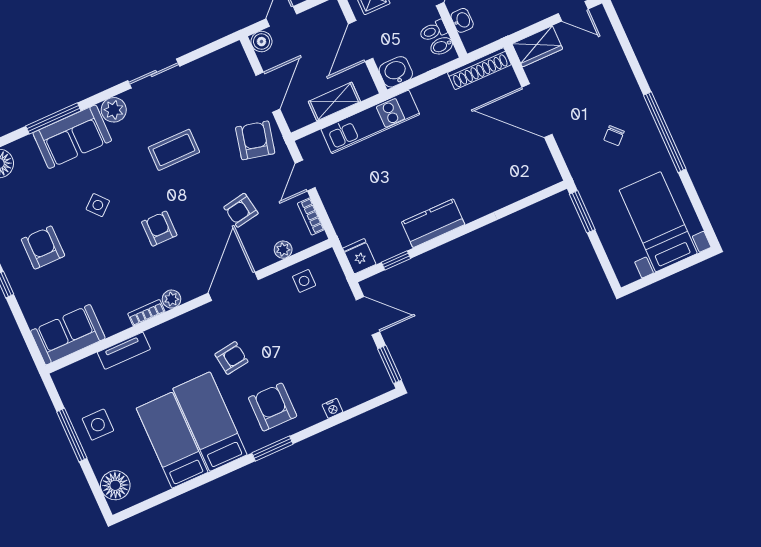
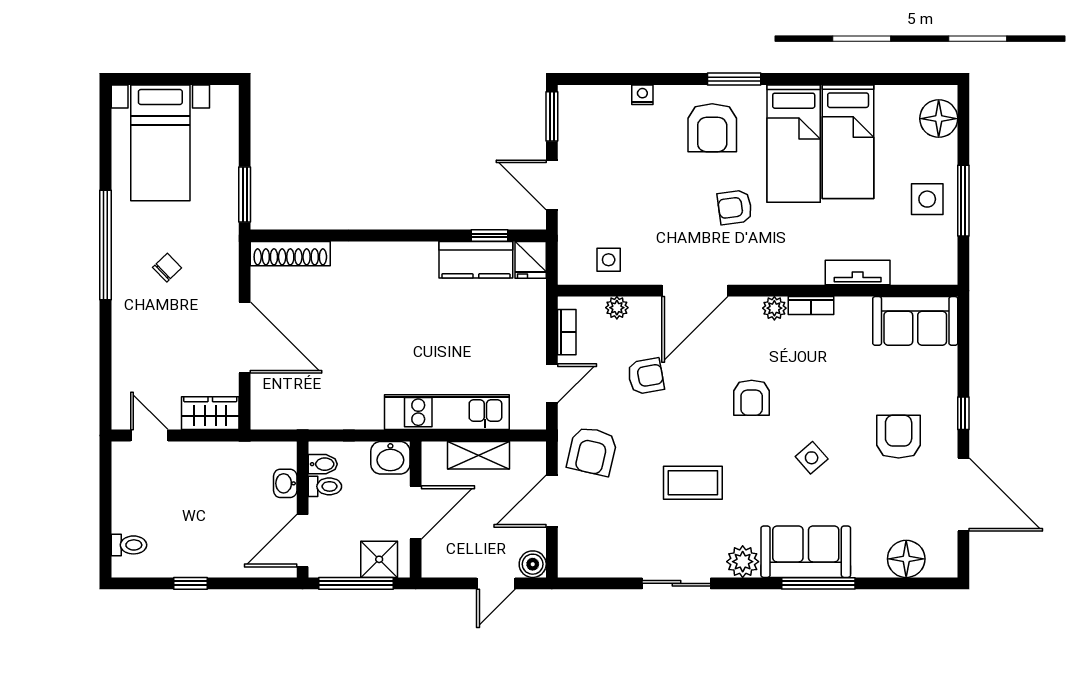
shoe rack: (479, 69) -> (290, 254), moved, turned 180
kitchen counter: (433, 223) -> (476, 260), moved
armchair: (43, 248) -> (899, 437), turned 180

